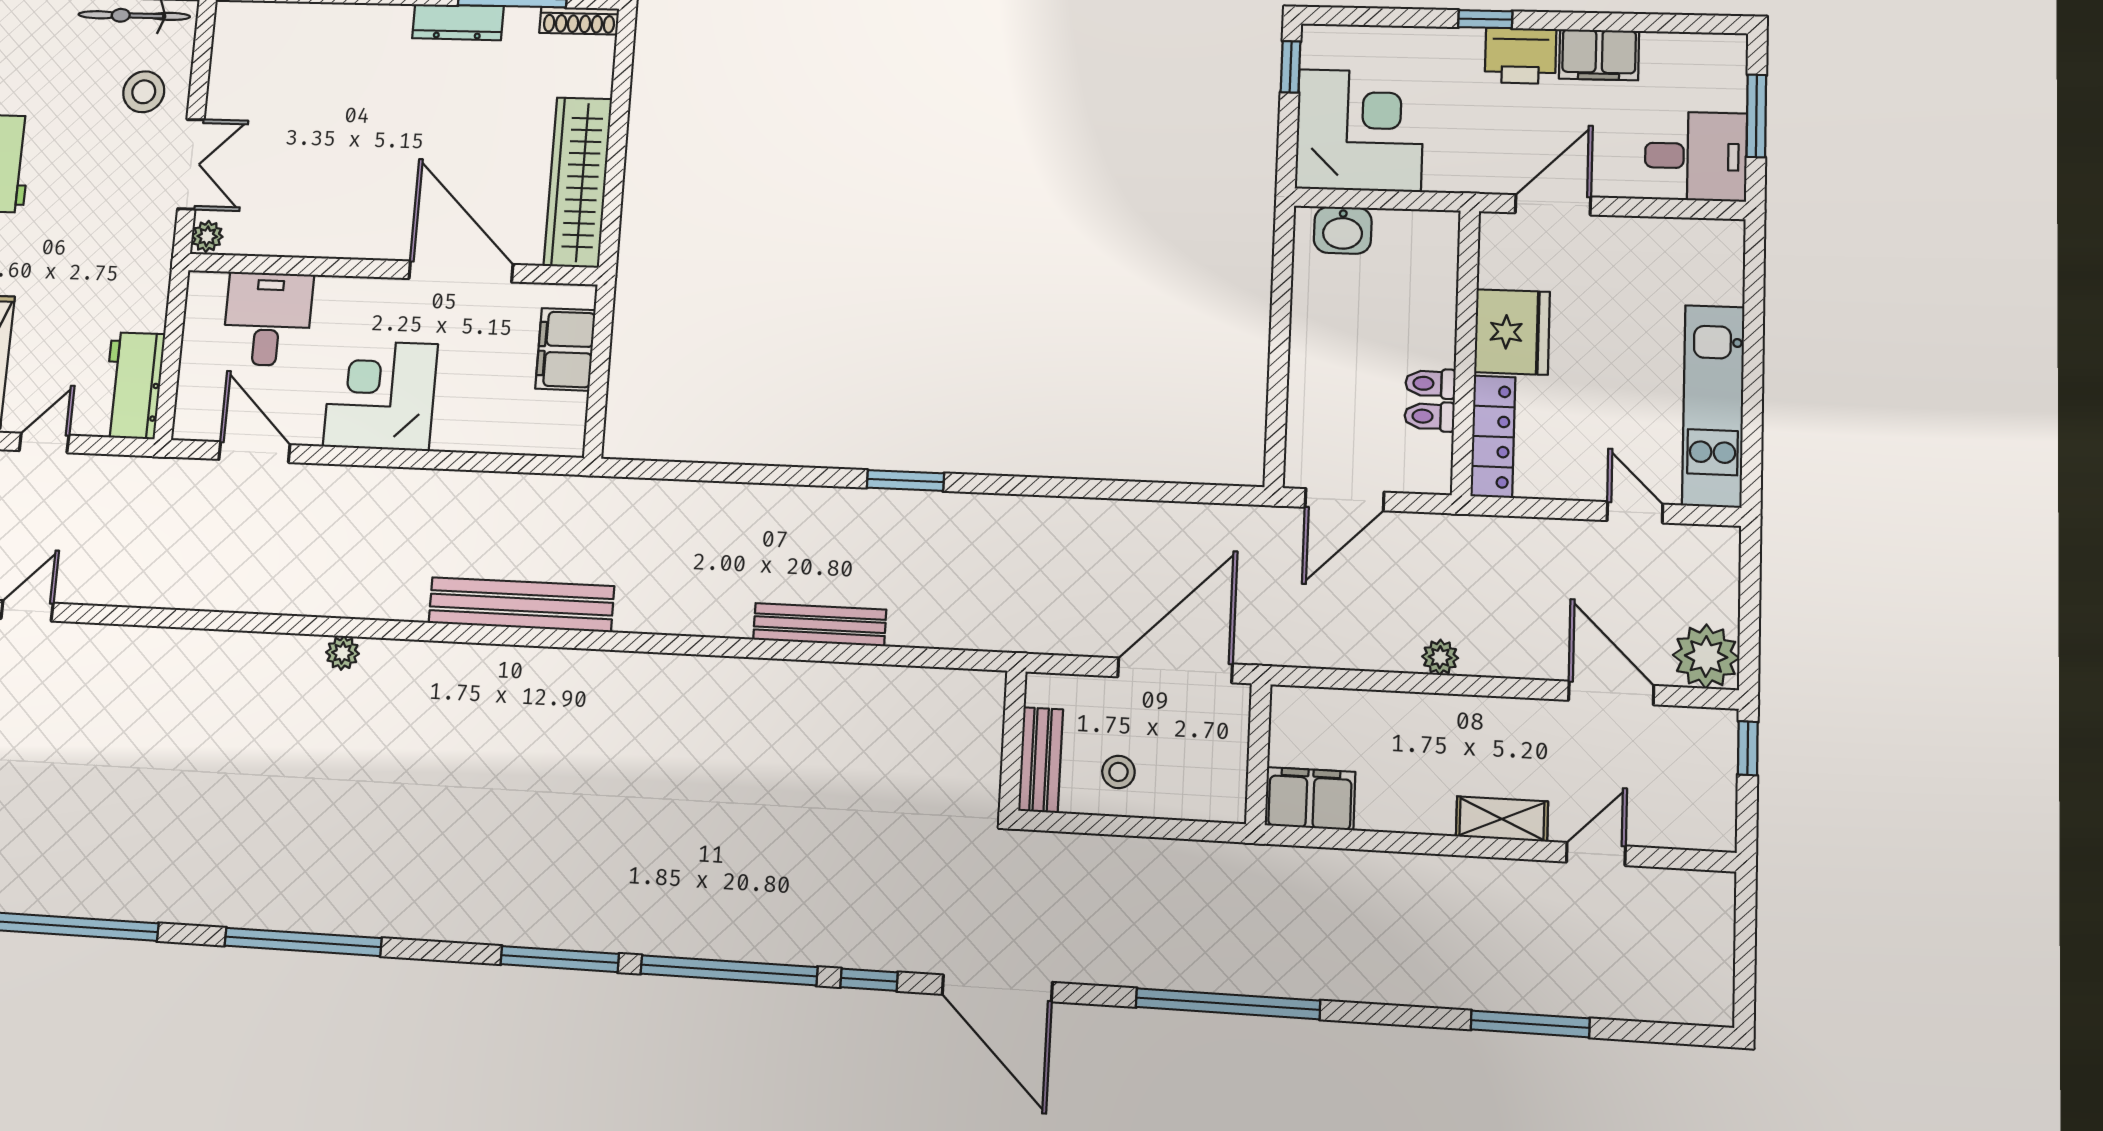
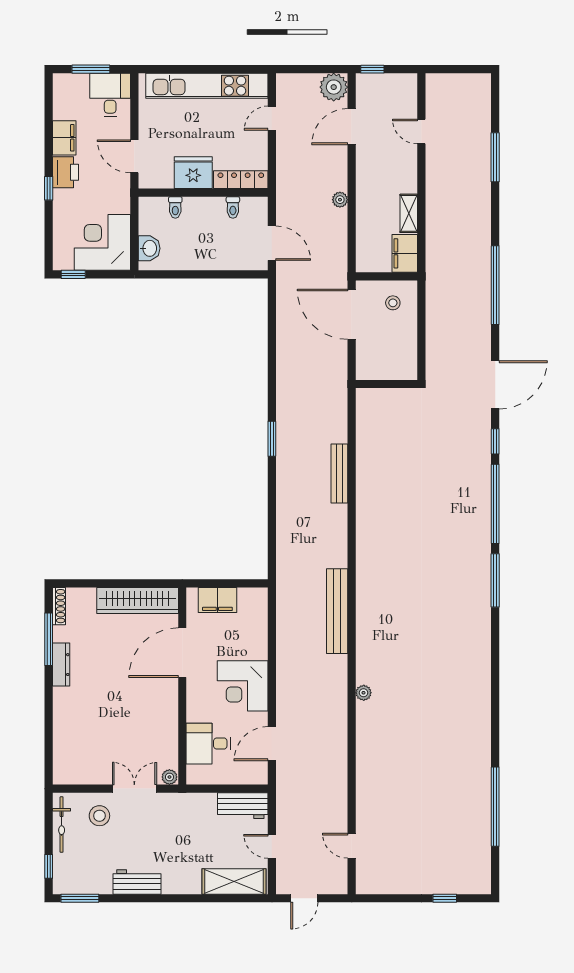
toilet: (1430, 384) -> (175, 208), moved
kitchen unit: (1713, 406) -> (207, 86), width x1.36
bench: (1041, 760) -> (395, 371), removed
stool: (1118, 772) -> (393, 303), moved
shelving: (1502, 819) -> (409, 213), moved
window: (303, 942) -> (495, 699), removed

